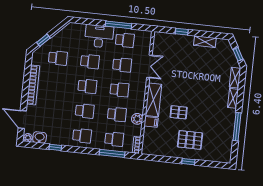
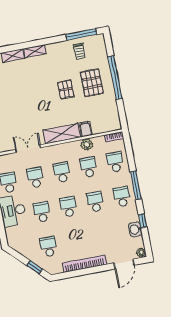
pallet: (179, 112) -> (66, 89), moved
window: (237, 127) -> (81, 34), moved
trolley: (221, 137) -> (79, 51), added
washbasin: (40, 138) -> (135, 229), moved
window: (112, 153) -> (136, 185), moved
window: (188, 162) -> (115, 78), width x3.17

